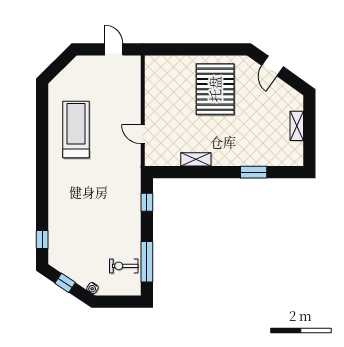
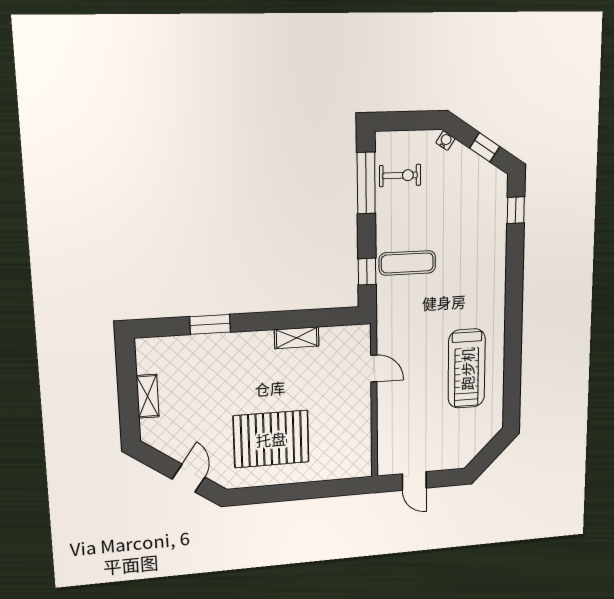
pallet: (215, 89) -> (271, 439), turned 90
exercise mat: (119, 207) -> (407, 263), added

